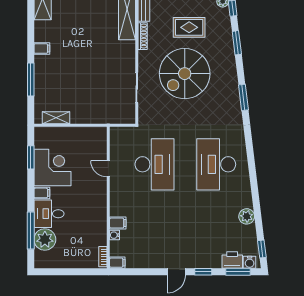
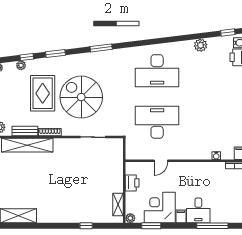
rug: (189, 27) -> (43, 93), width x1.36, depth x1.43
filing cabinet: (42, 49) -> (60, 216), removed
spiral stairs: (185, 74) -> (81, 97), turned 180
window: (31, 79) -> (86, 226), width x0.46
printer: (82, 135) -> (132, 183), added
filing cabinet: (118, 223) -> (206, 153), removed
plant: (45, 239) -> (130, 218), moved, width x0.53, depth x0.53

